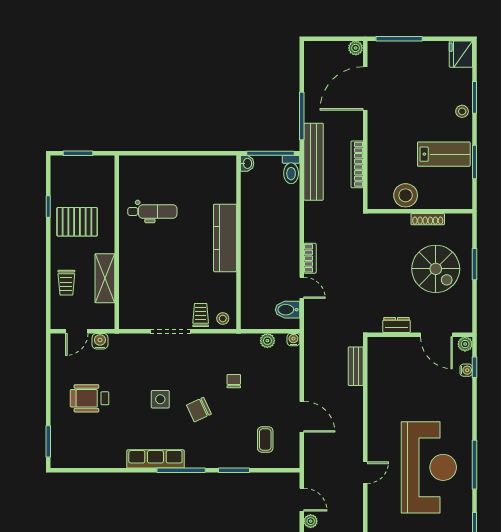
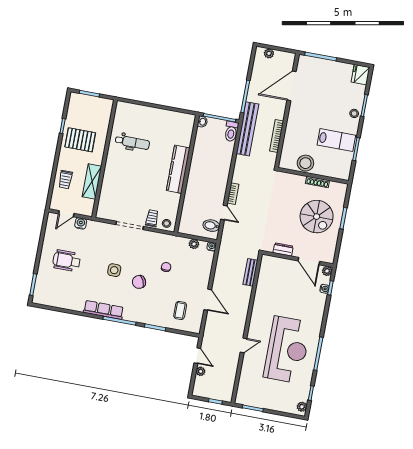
plant: (356, 48) -> (269, 53), moved

